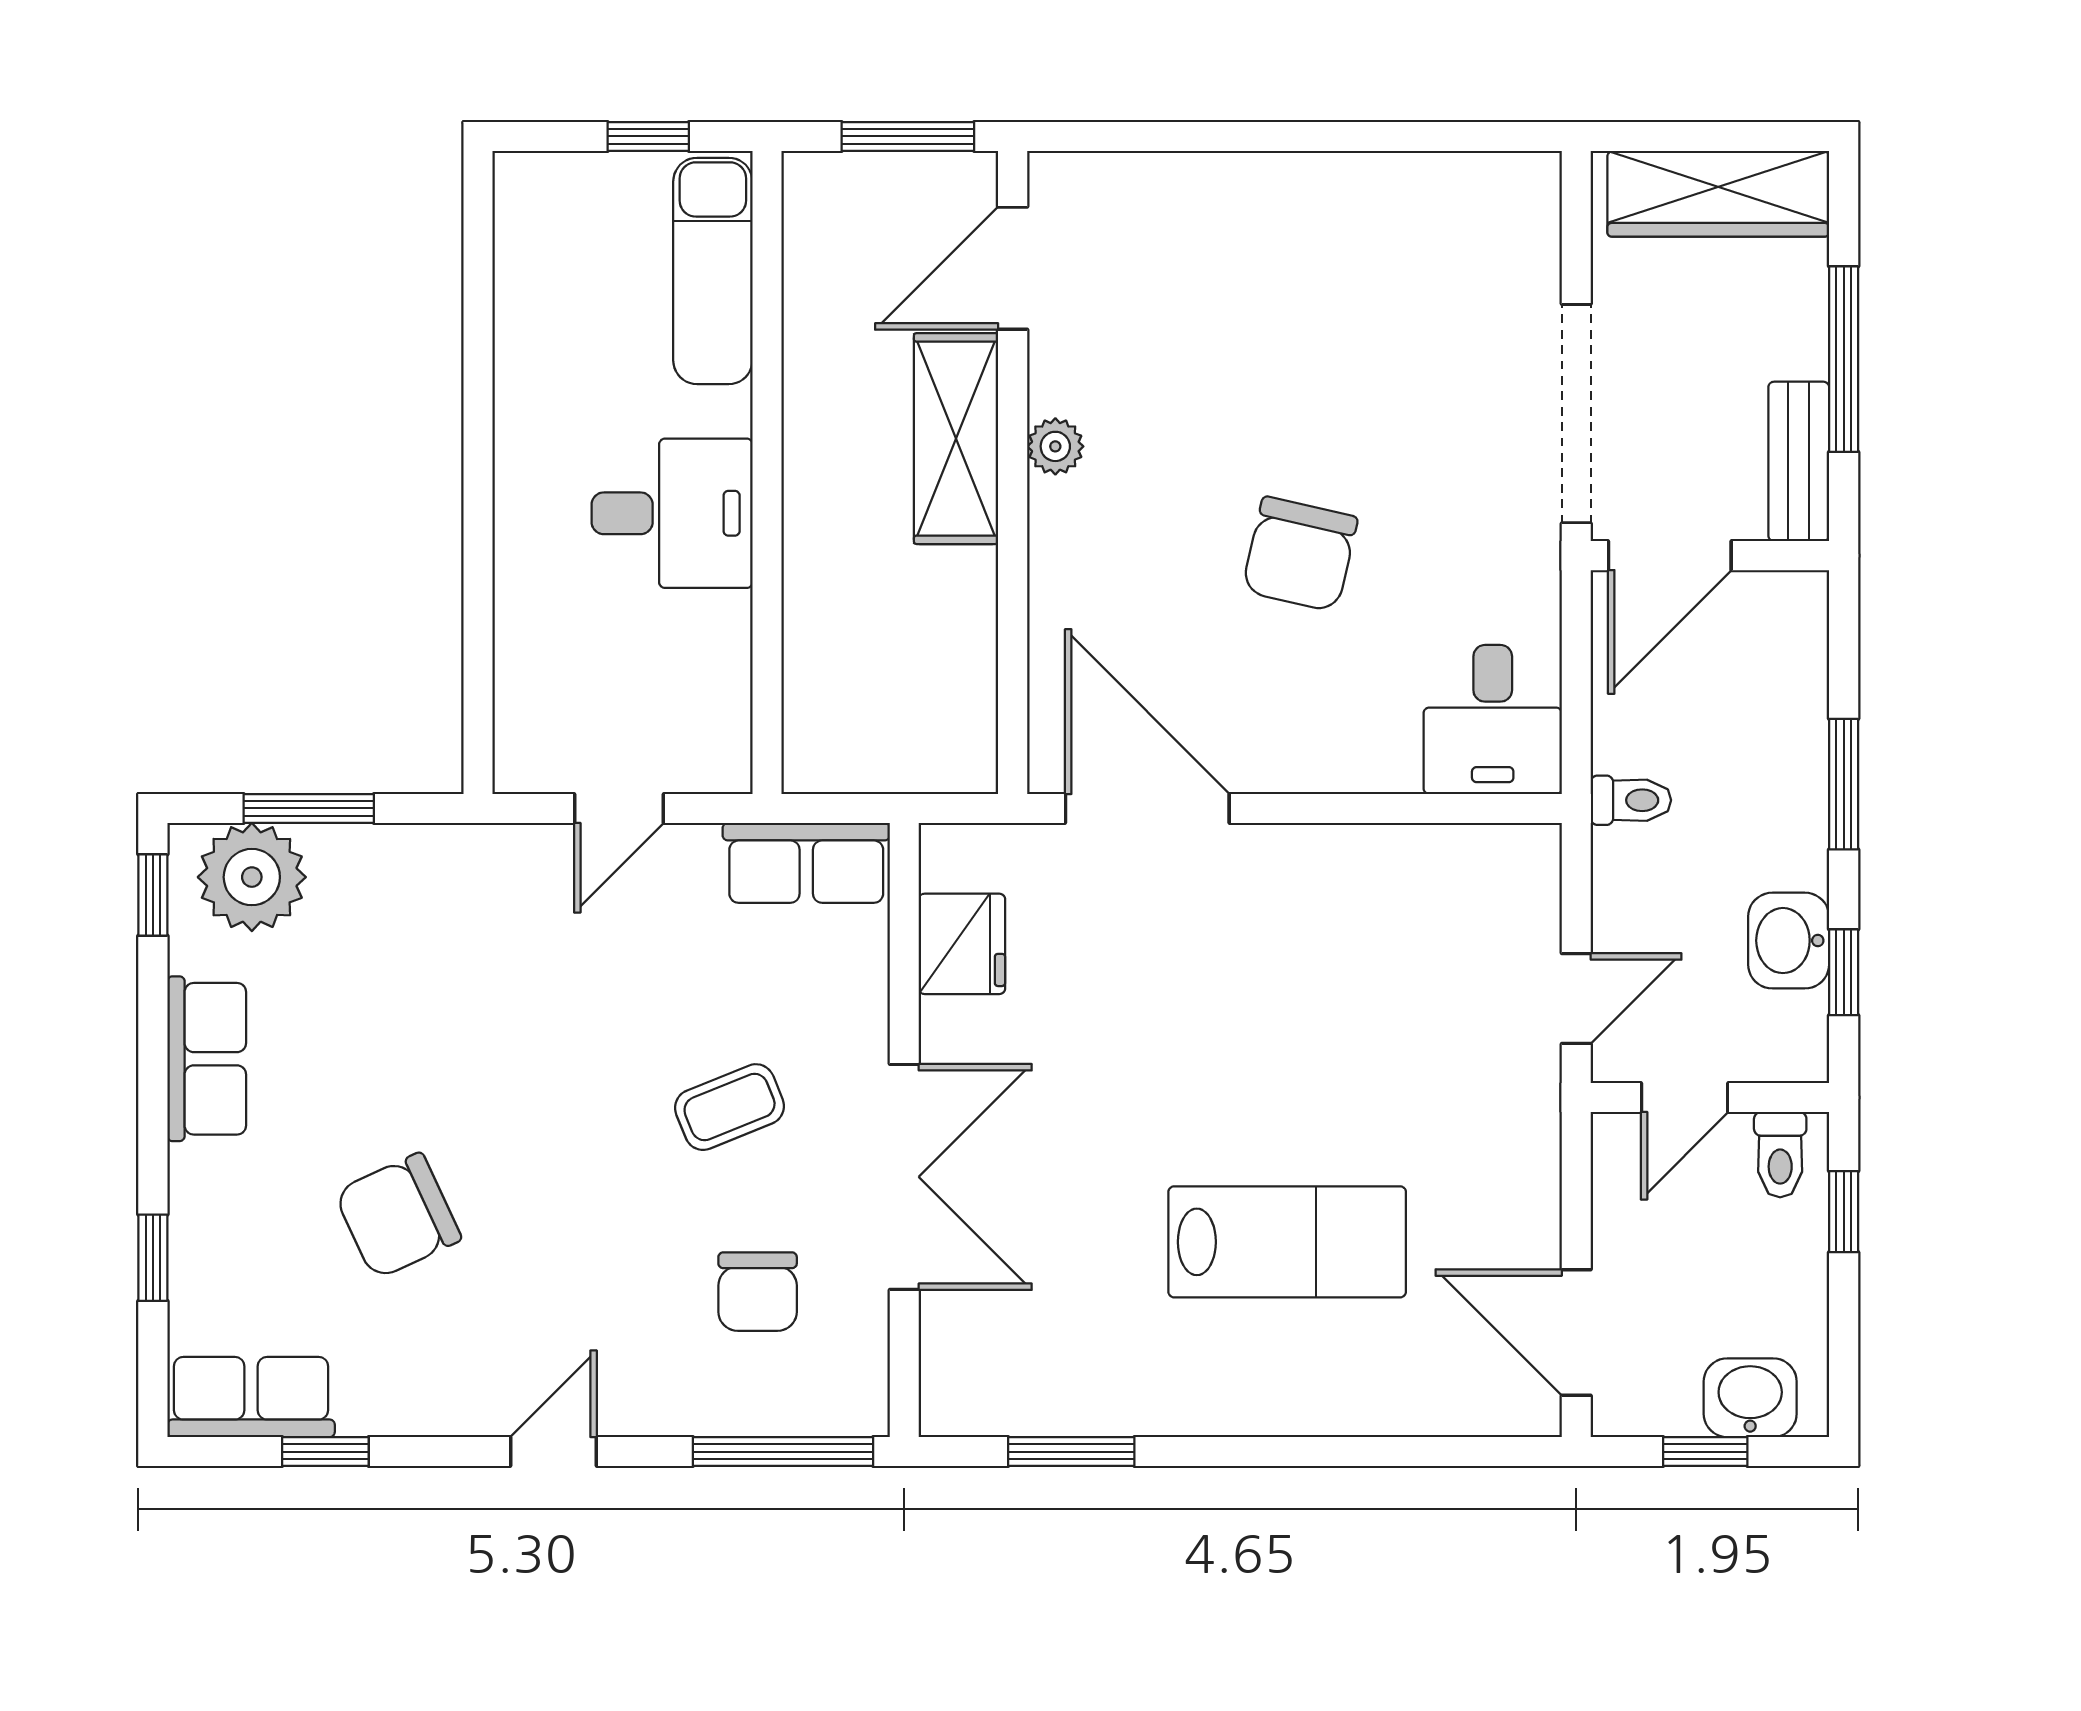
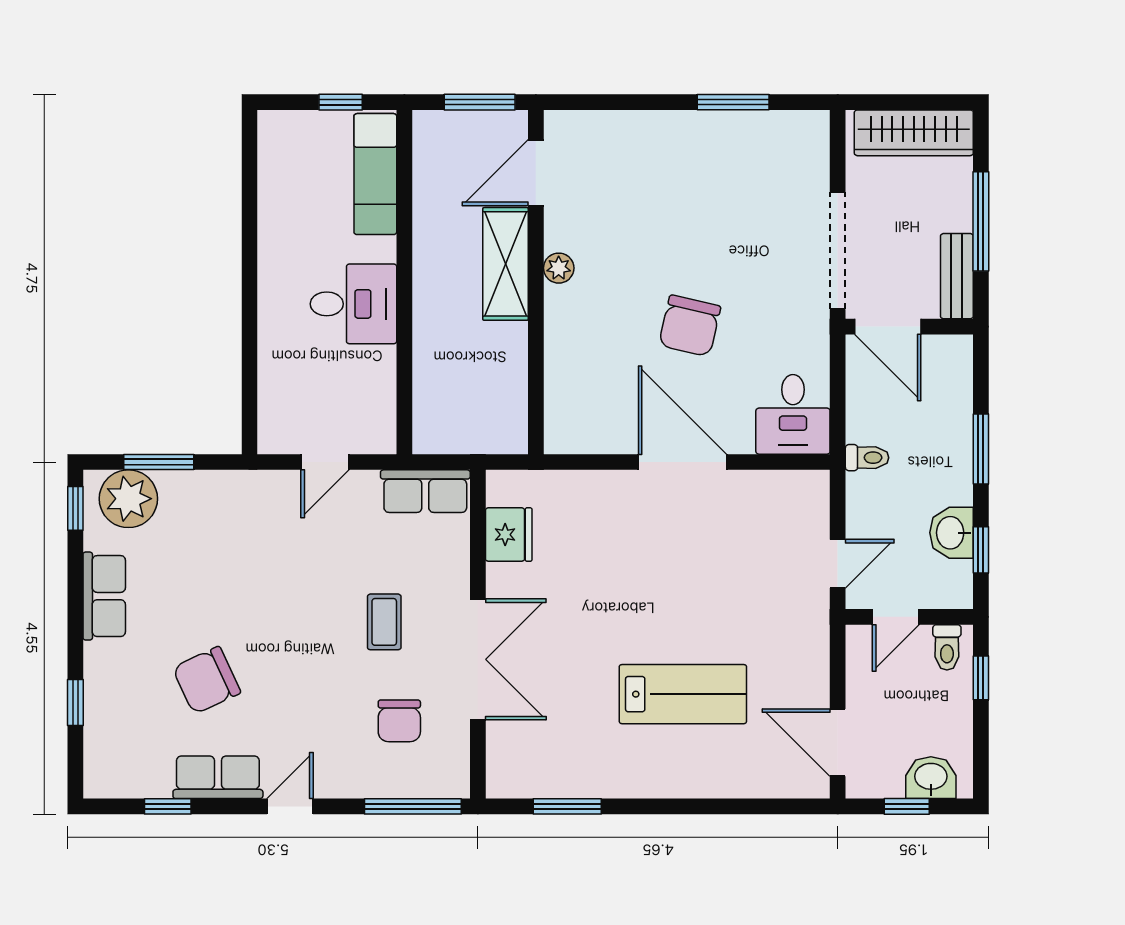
window: (1381, 136) -> (733, 102), added
door: (1670, 556) -> (888, 327), hinge flipped
door: (1147, 808) -> (683, 462), moved
coffee table: (730, 1107) -> (384, 622), turned -68
row of seats: (251, 1397) -> (218, 777), moved

